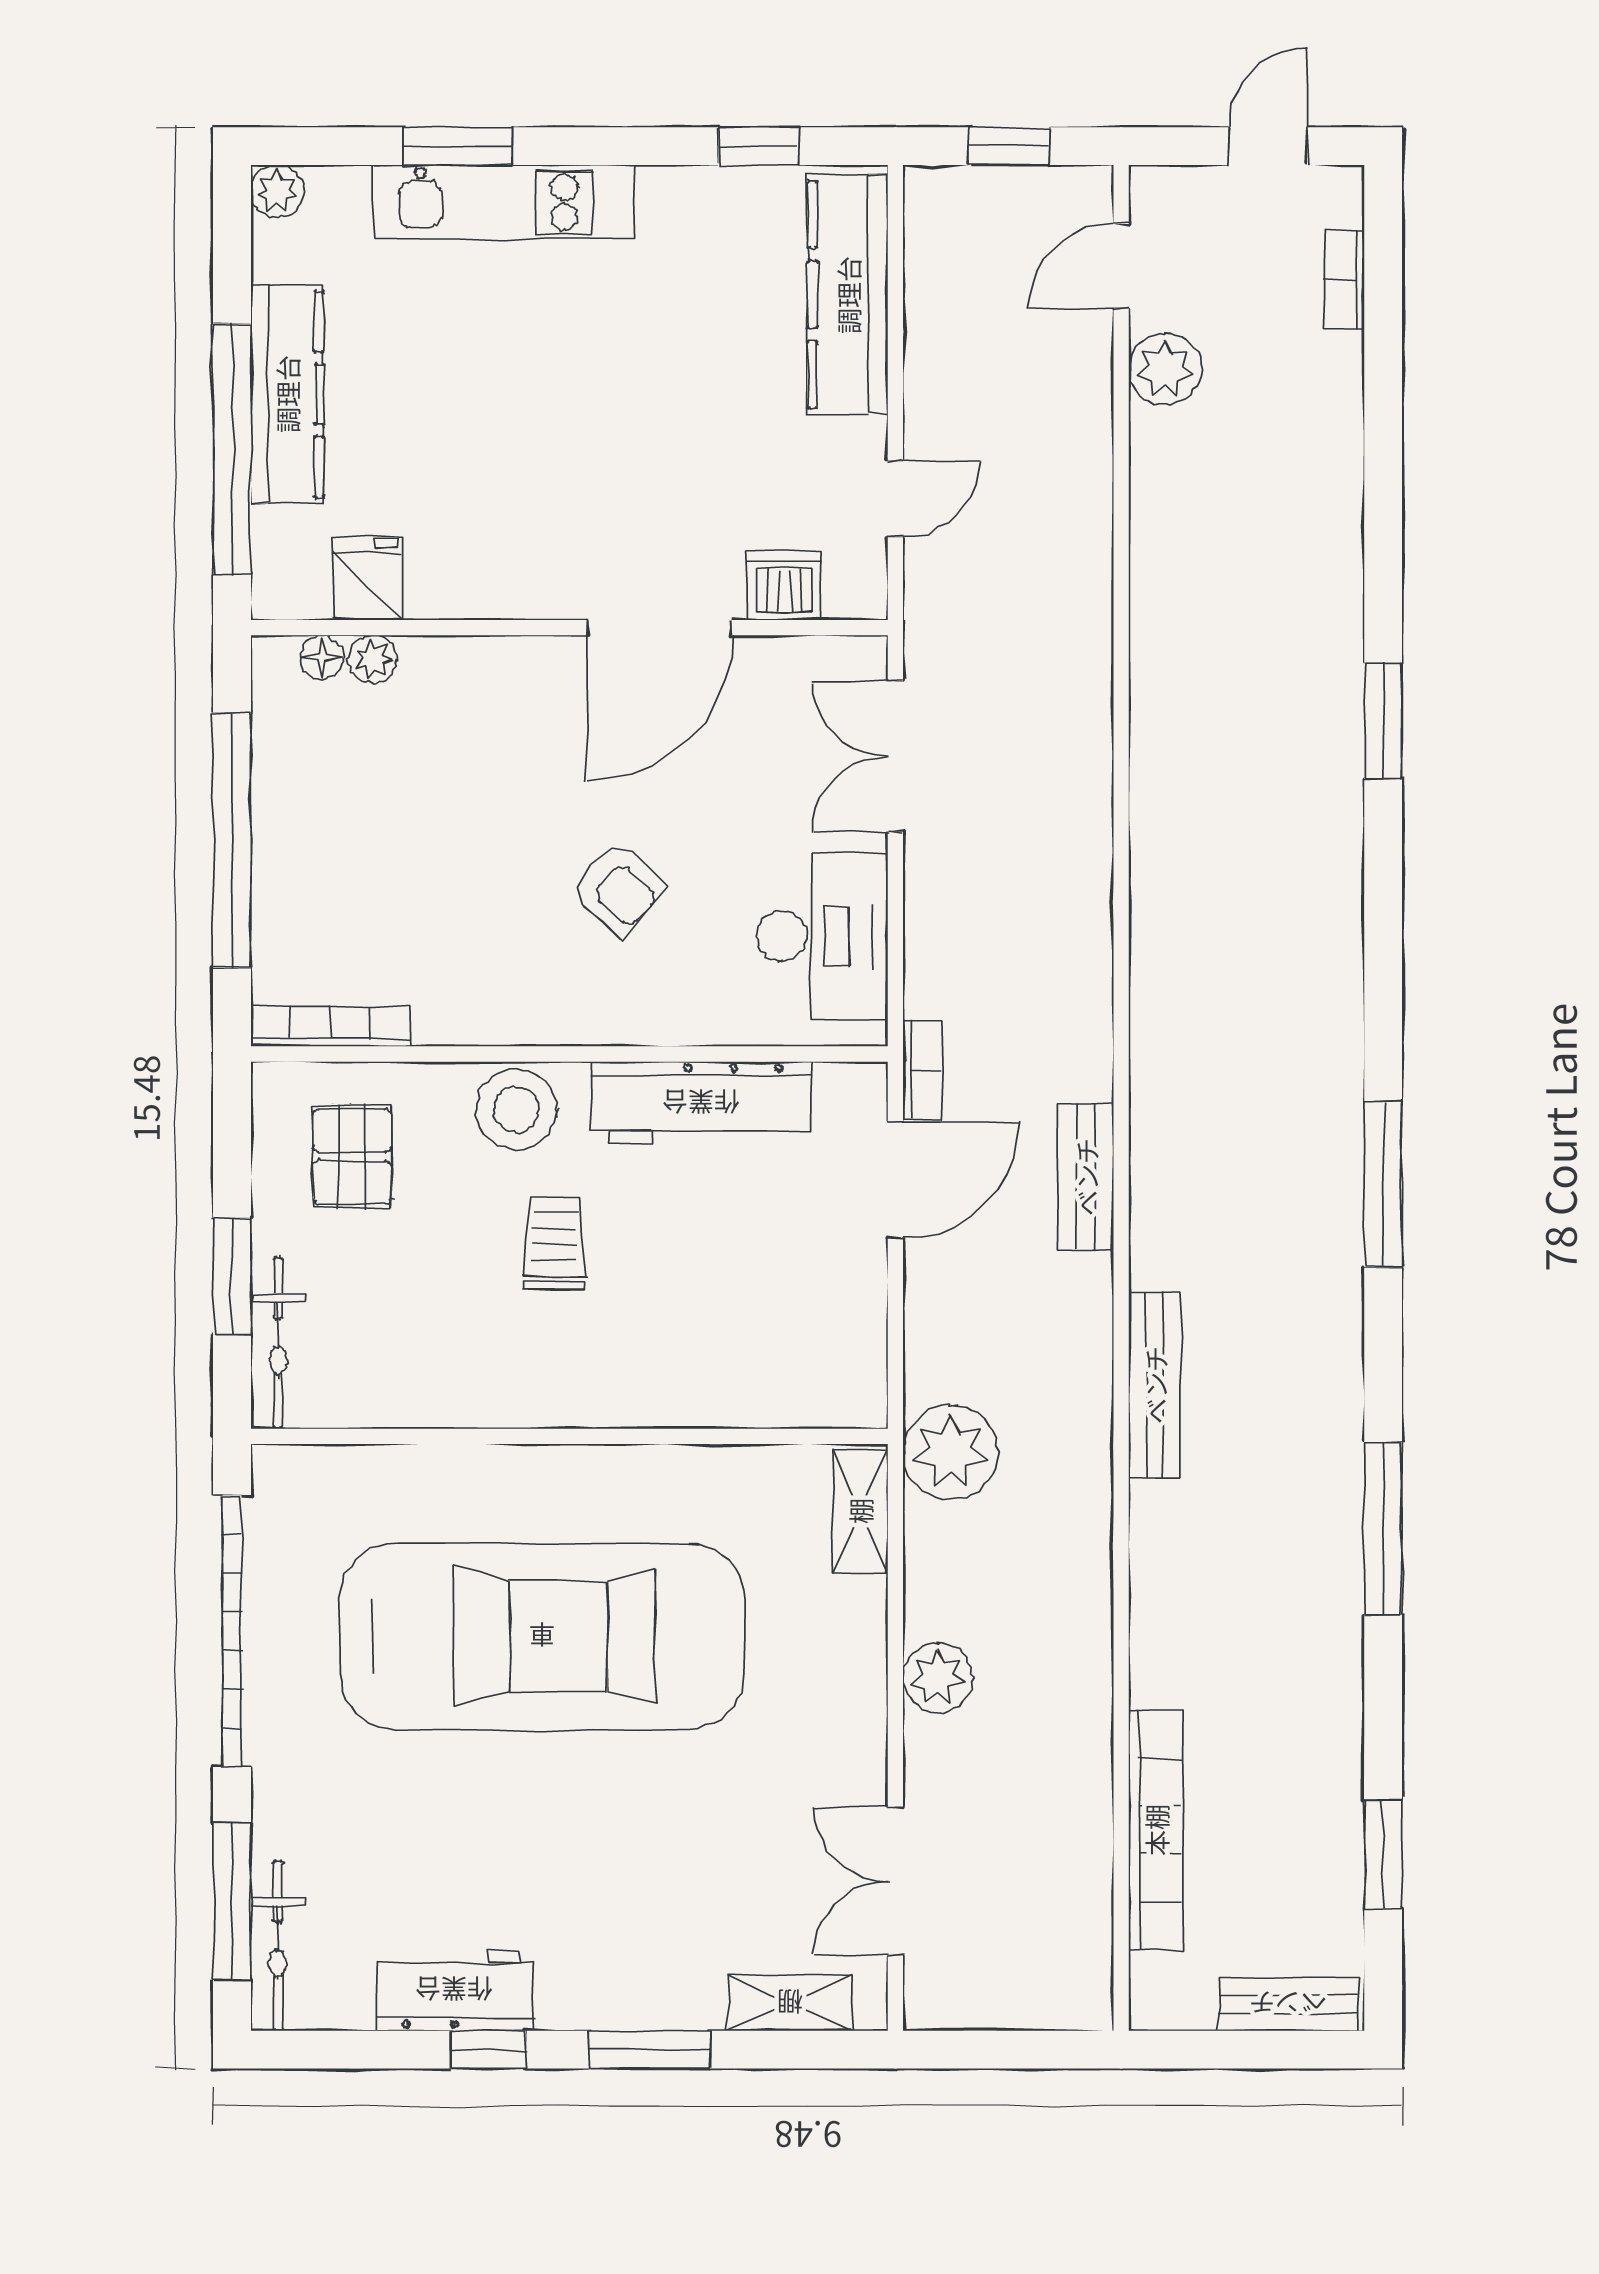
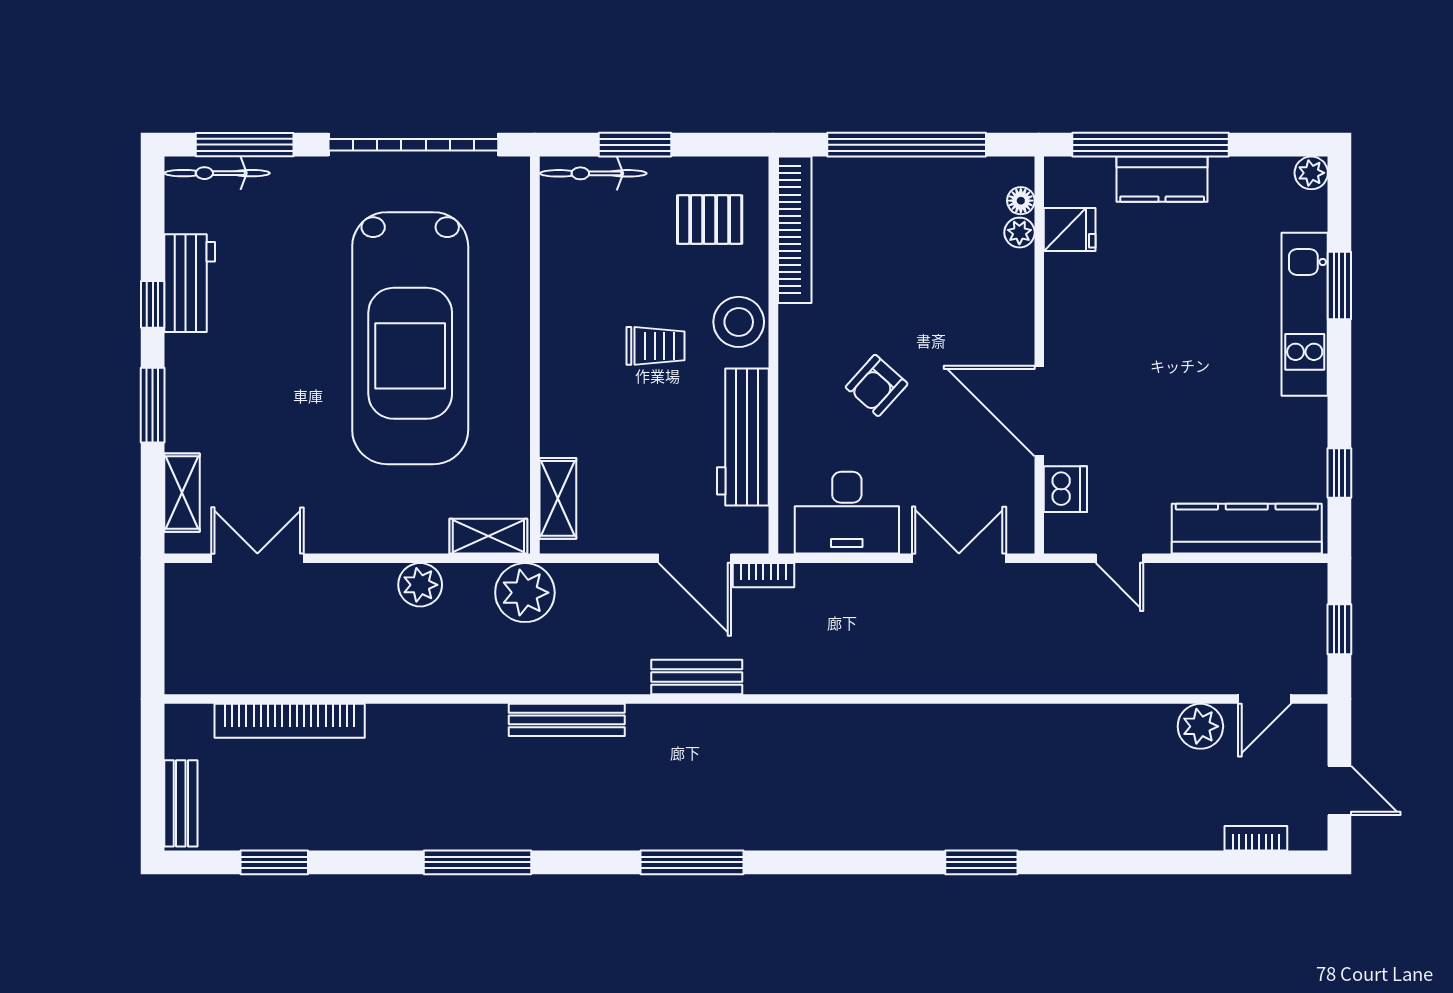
door: (1121, 266) -> (1265, 699), swing flipped
kitchen counter: (287, 394) -> (1162, 179), width x0.67
bookcase: (330, 1026) -> (795, 230), width x1.48, depth x1.31
shelving: (799, 1400) -> (558, 498), added
plant: (938, 1678) -> (420, 585), moved

